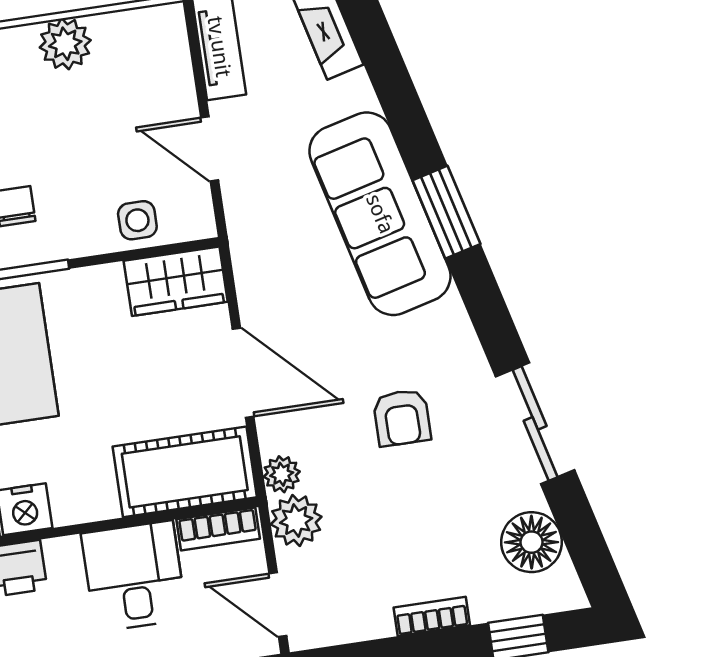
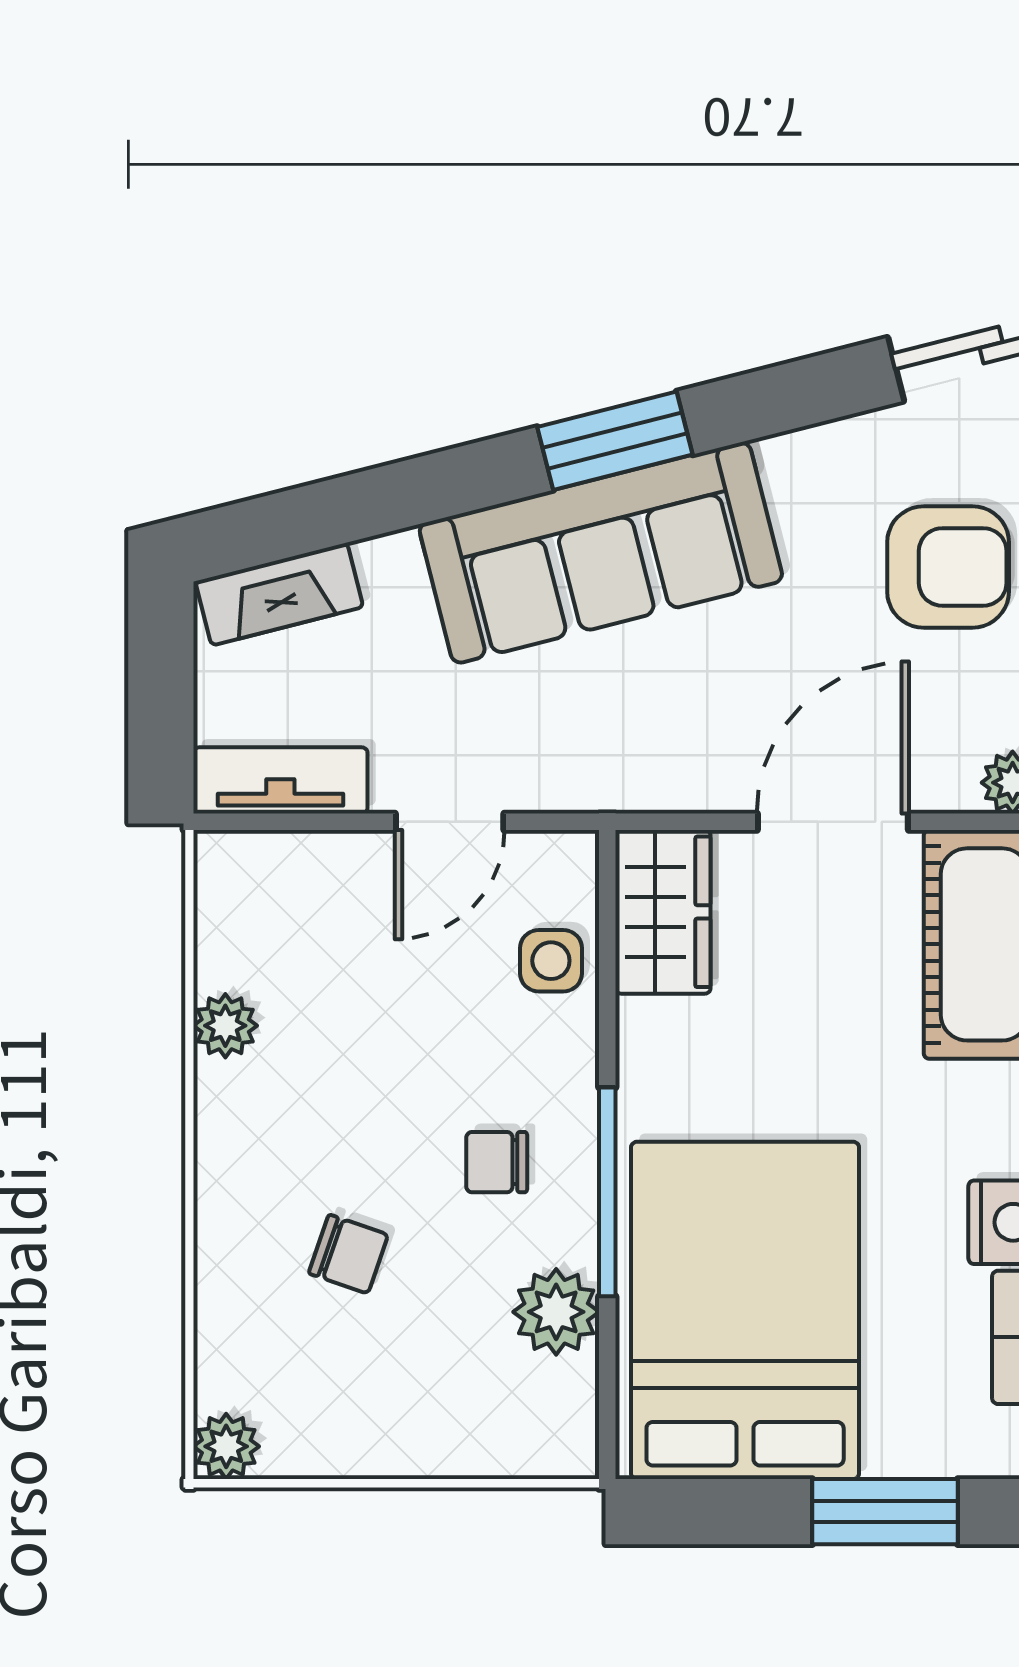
plant: (65, 44) -> (225, 1026), width x0.73, depth x0.73
armchair: (402, 418) -> (948, 567), width x1.38, depth x1.38

